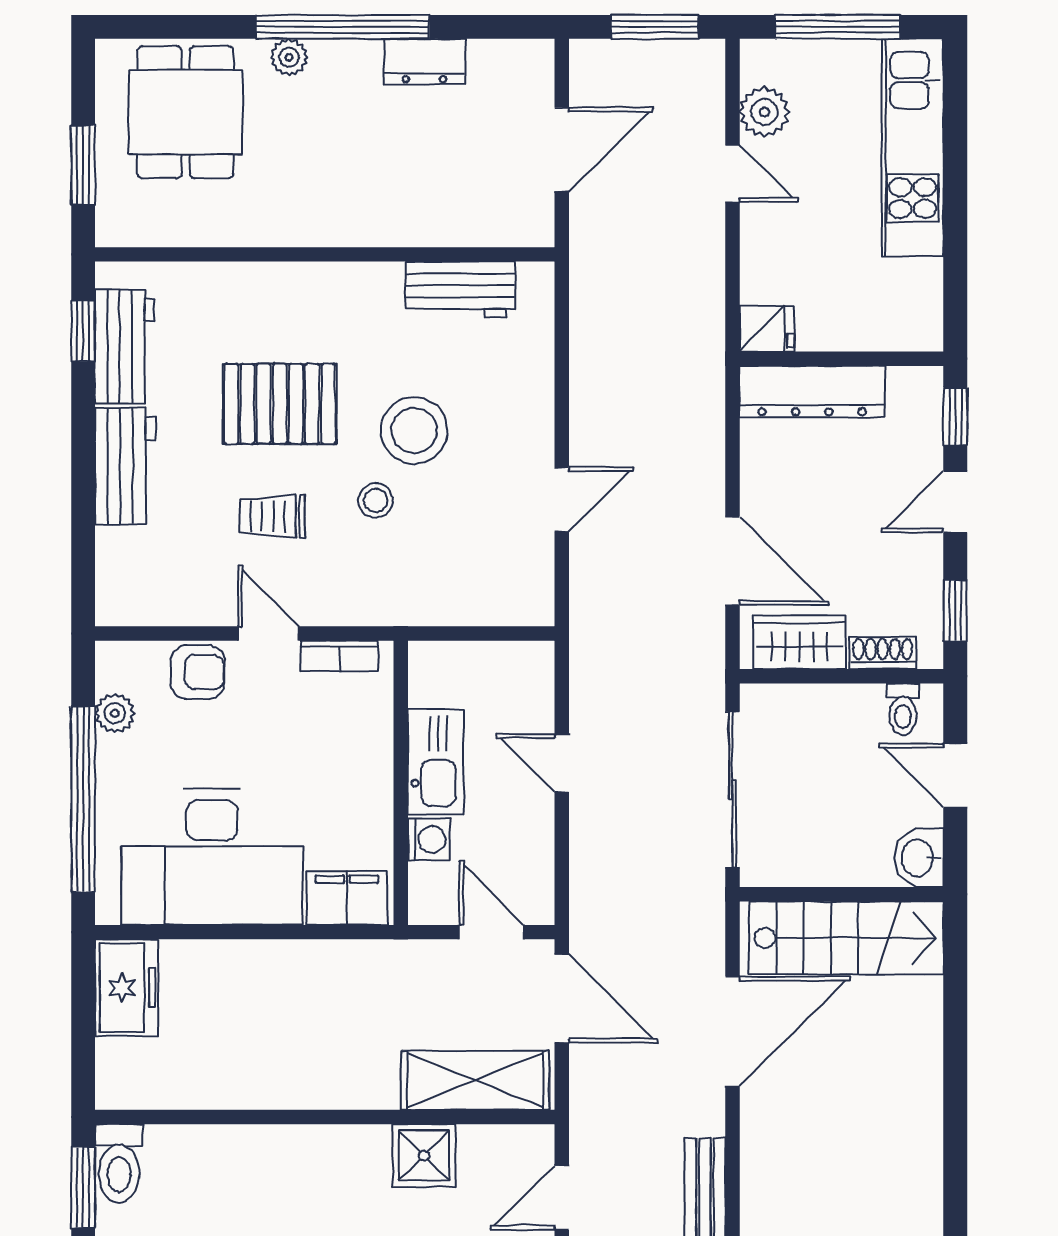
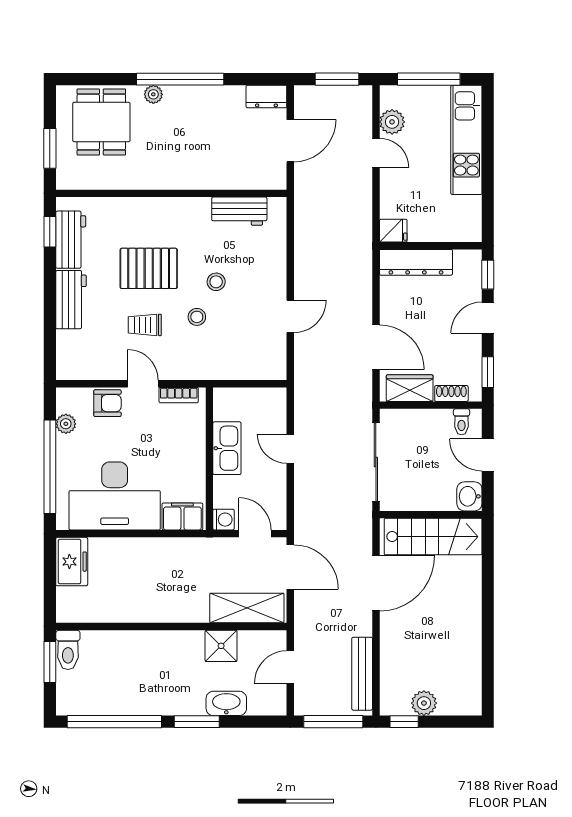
dresser: (424, 61) -> (266, 96), moved
stool: (414, 431) -> (216, 282), width x0.53, depth x0.53
washing machine: (429, 840) -> (223, 520), moved

